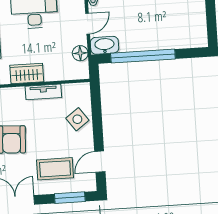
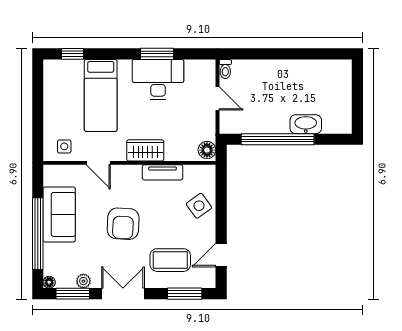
door: (88, 24) -> (218, 99), hinge flipped
washbasin: (105, 45) -> (306, 124), moved
floor lamp: (80, 53) -> (207, 150), moved

